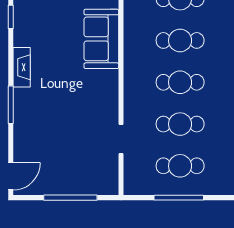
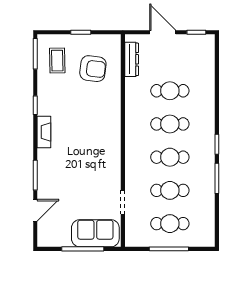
sofa: (101, 39) -> (95, 233), moved, turned 90
fireplace: (22, 67) -> (44, 132), moved
door: (11, 176) -> (35, 210), moved

